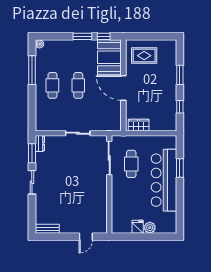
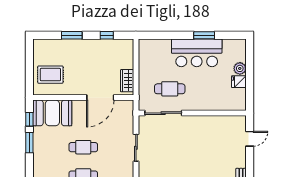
rug: (144, 56) -> (50, 75), turned 90
door: (123, 88) -> (100, 98), moved
window: (180, 168) -> (204, 35), moved
bar counter: (164, 180) -> (197, 53), width x0.73
door: (86, 237) -> (250, 139), hinge flipped

